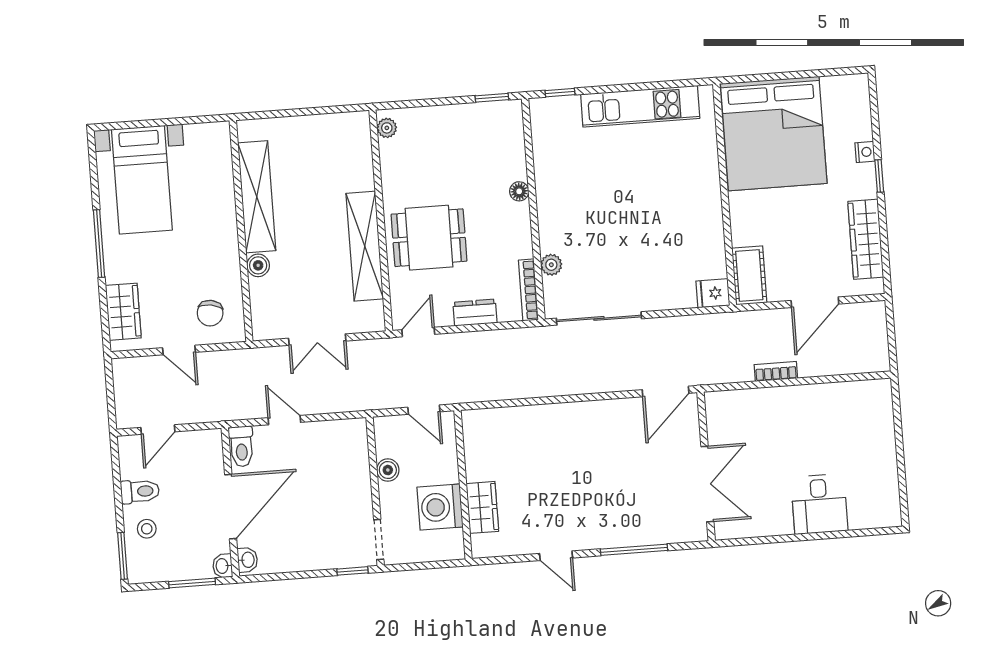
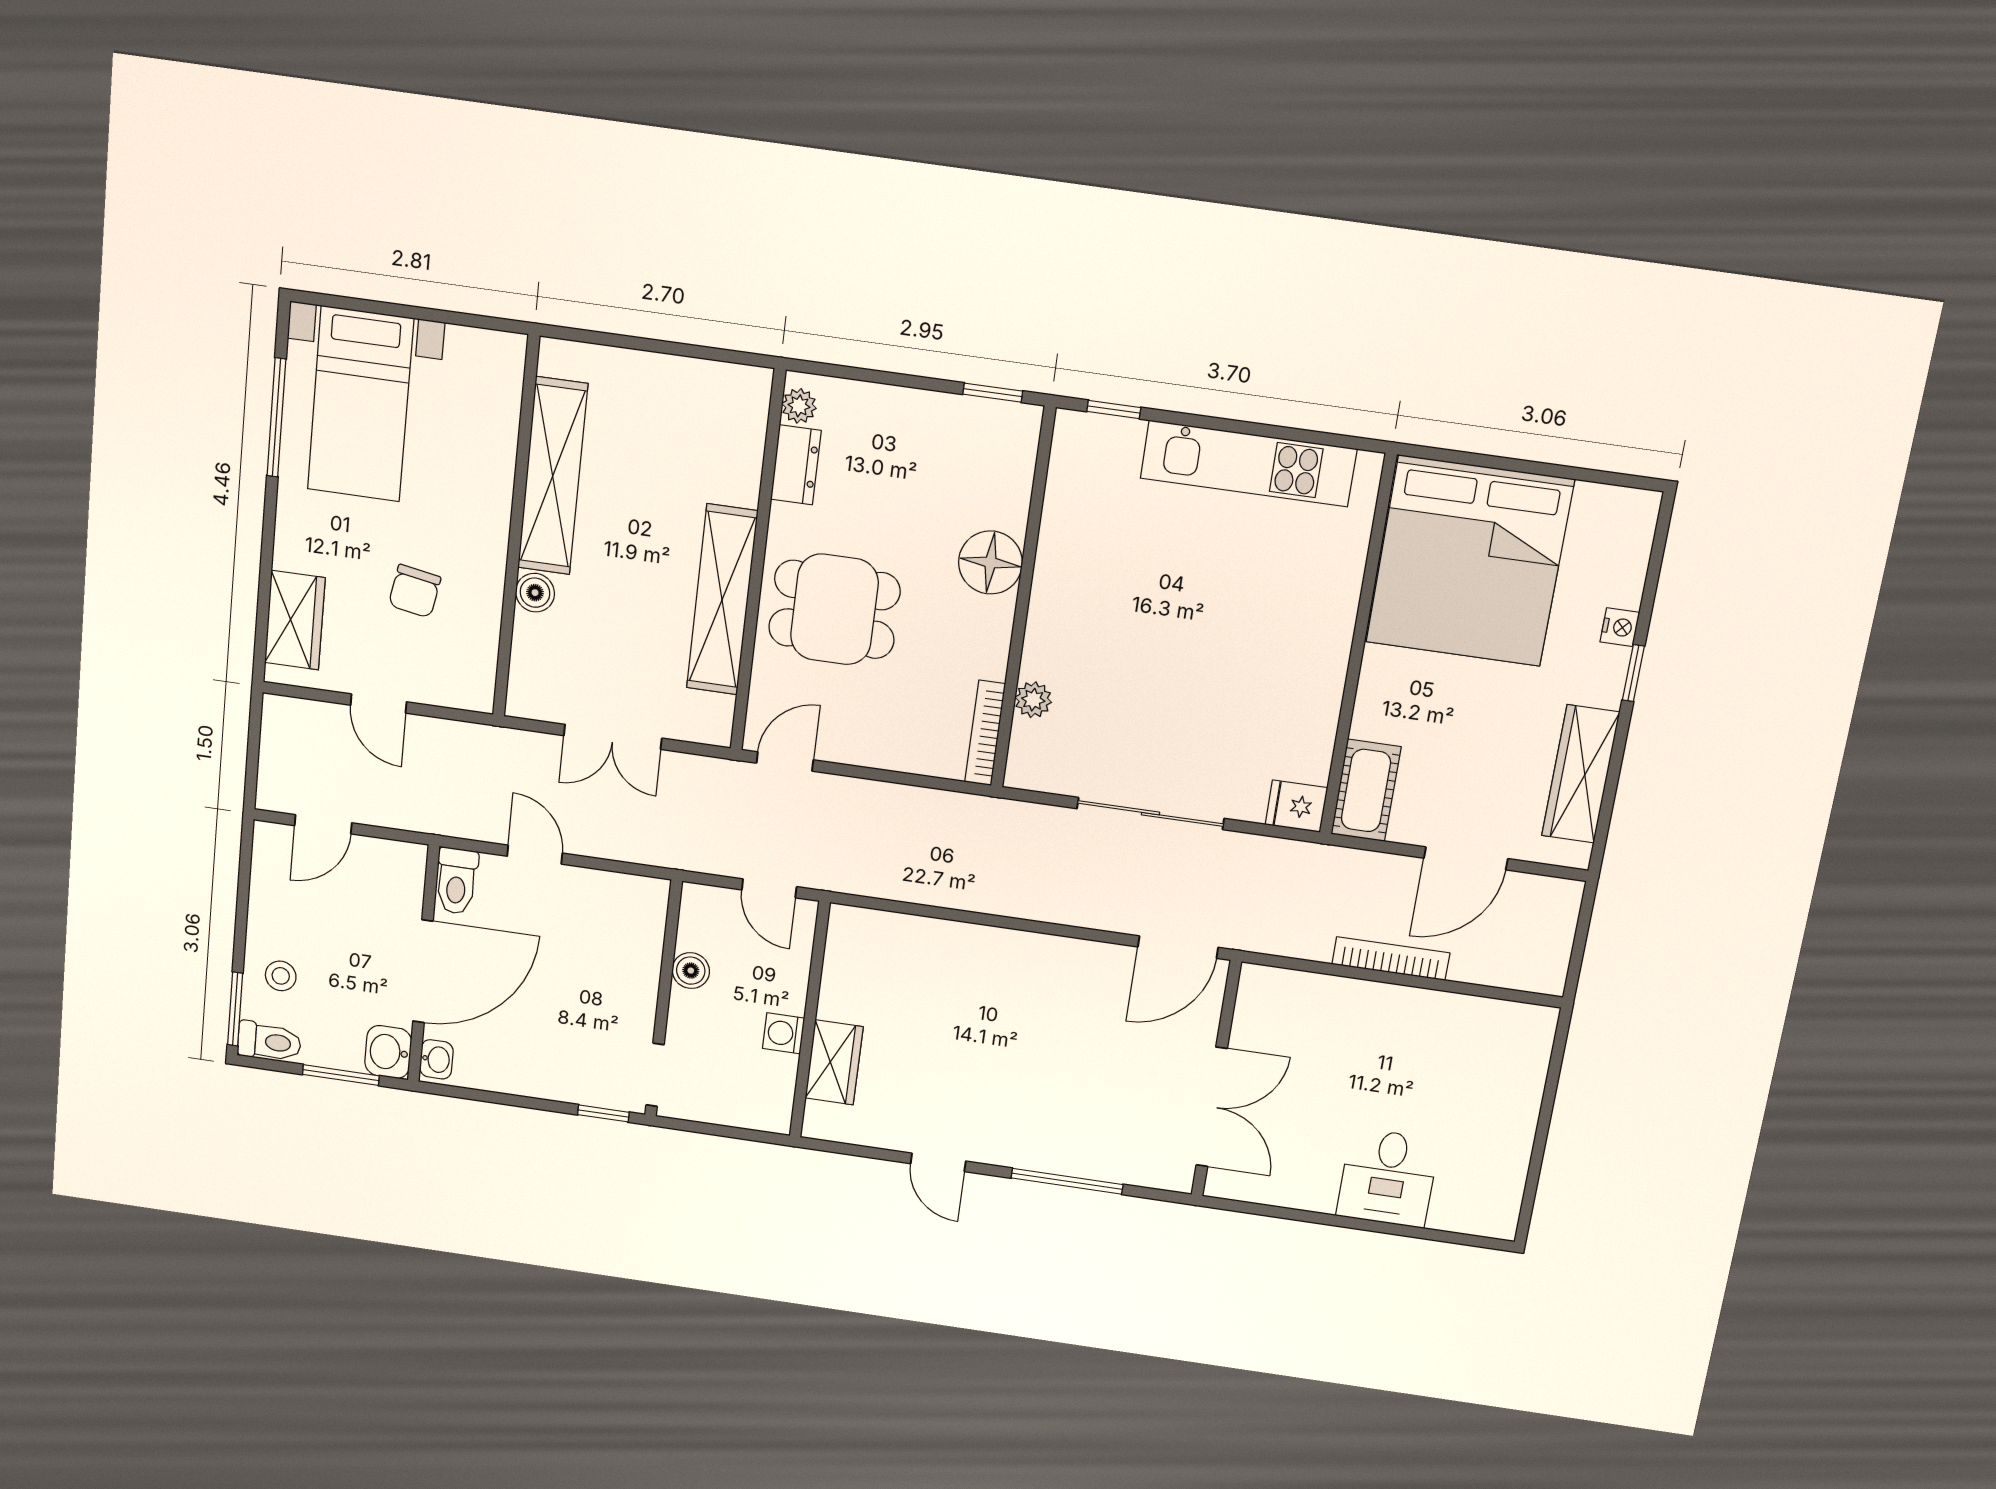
floor lamp: (519, 191) -> (991, 562), width x1.89, depth x1.89
window: (99, 244) -> (276, 418), moved
chair: (210, 313) -> (415, 591), moved
dresser: (475, 313) -> (796, 465), moved, turned 90
sliding door: (599, 318) -> (1151, 814), moved
bookcase: (776, 371) -> (1391, 959), width x1.56
toilet: (140, 491) -> (269, 1042), moved
washing machine: (440, 507) -> (784, 1033), width x0.53, depth x0.53
washbasin: (223, 566) -> (388, 1052), width x1.38, depth x1.45

